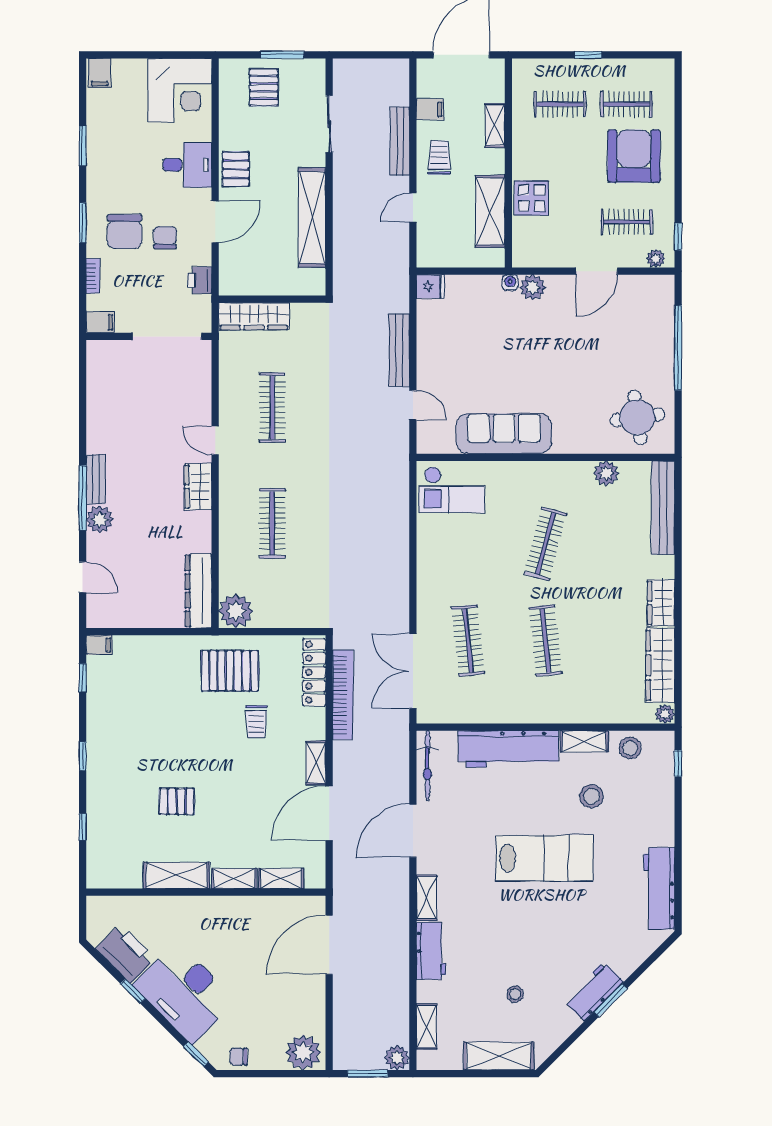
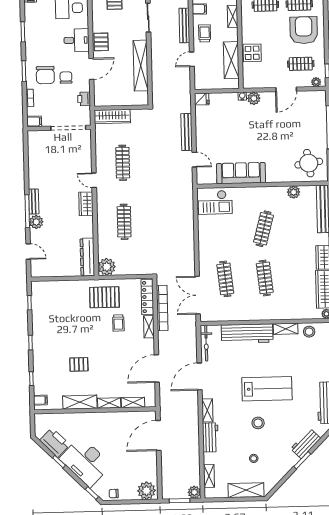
filing cabinet: (99, 645) -> (40, 400), moved
shelving: (316, 763) -> (149, 327), moved
stool: (591, 796) -> (258, 423), moved
workbench: (594, 991) -> (306, 444), moved

